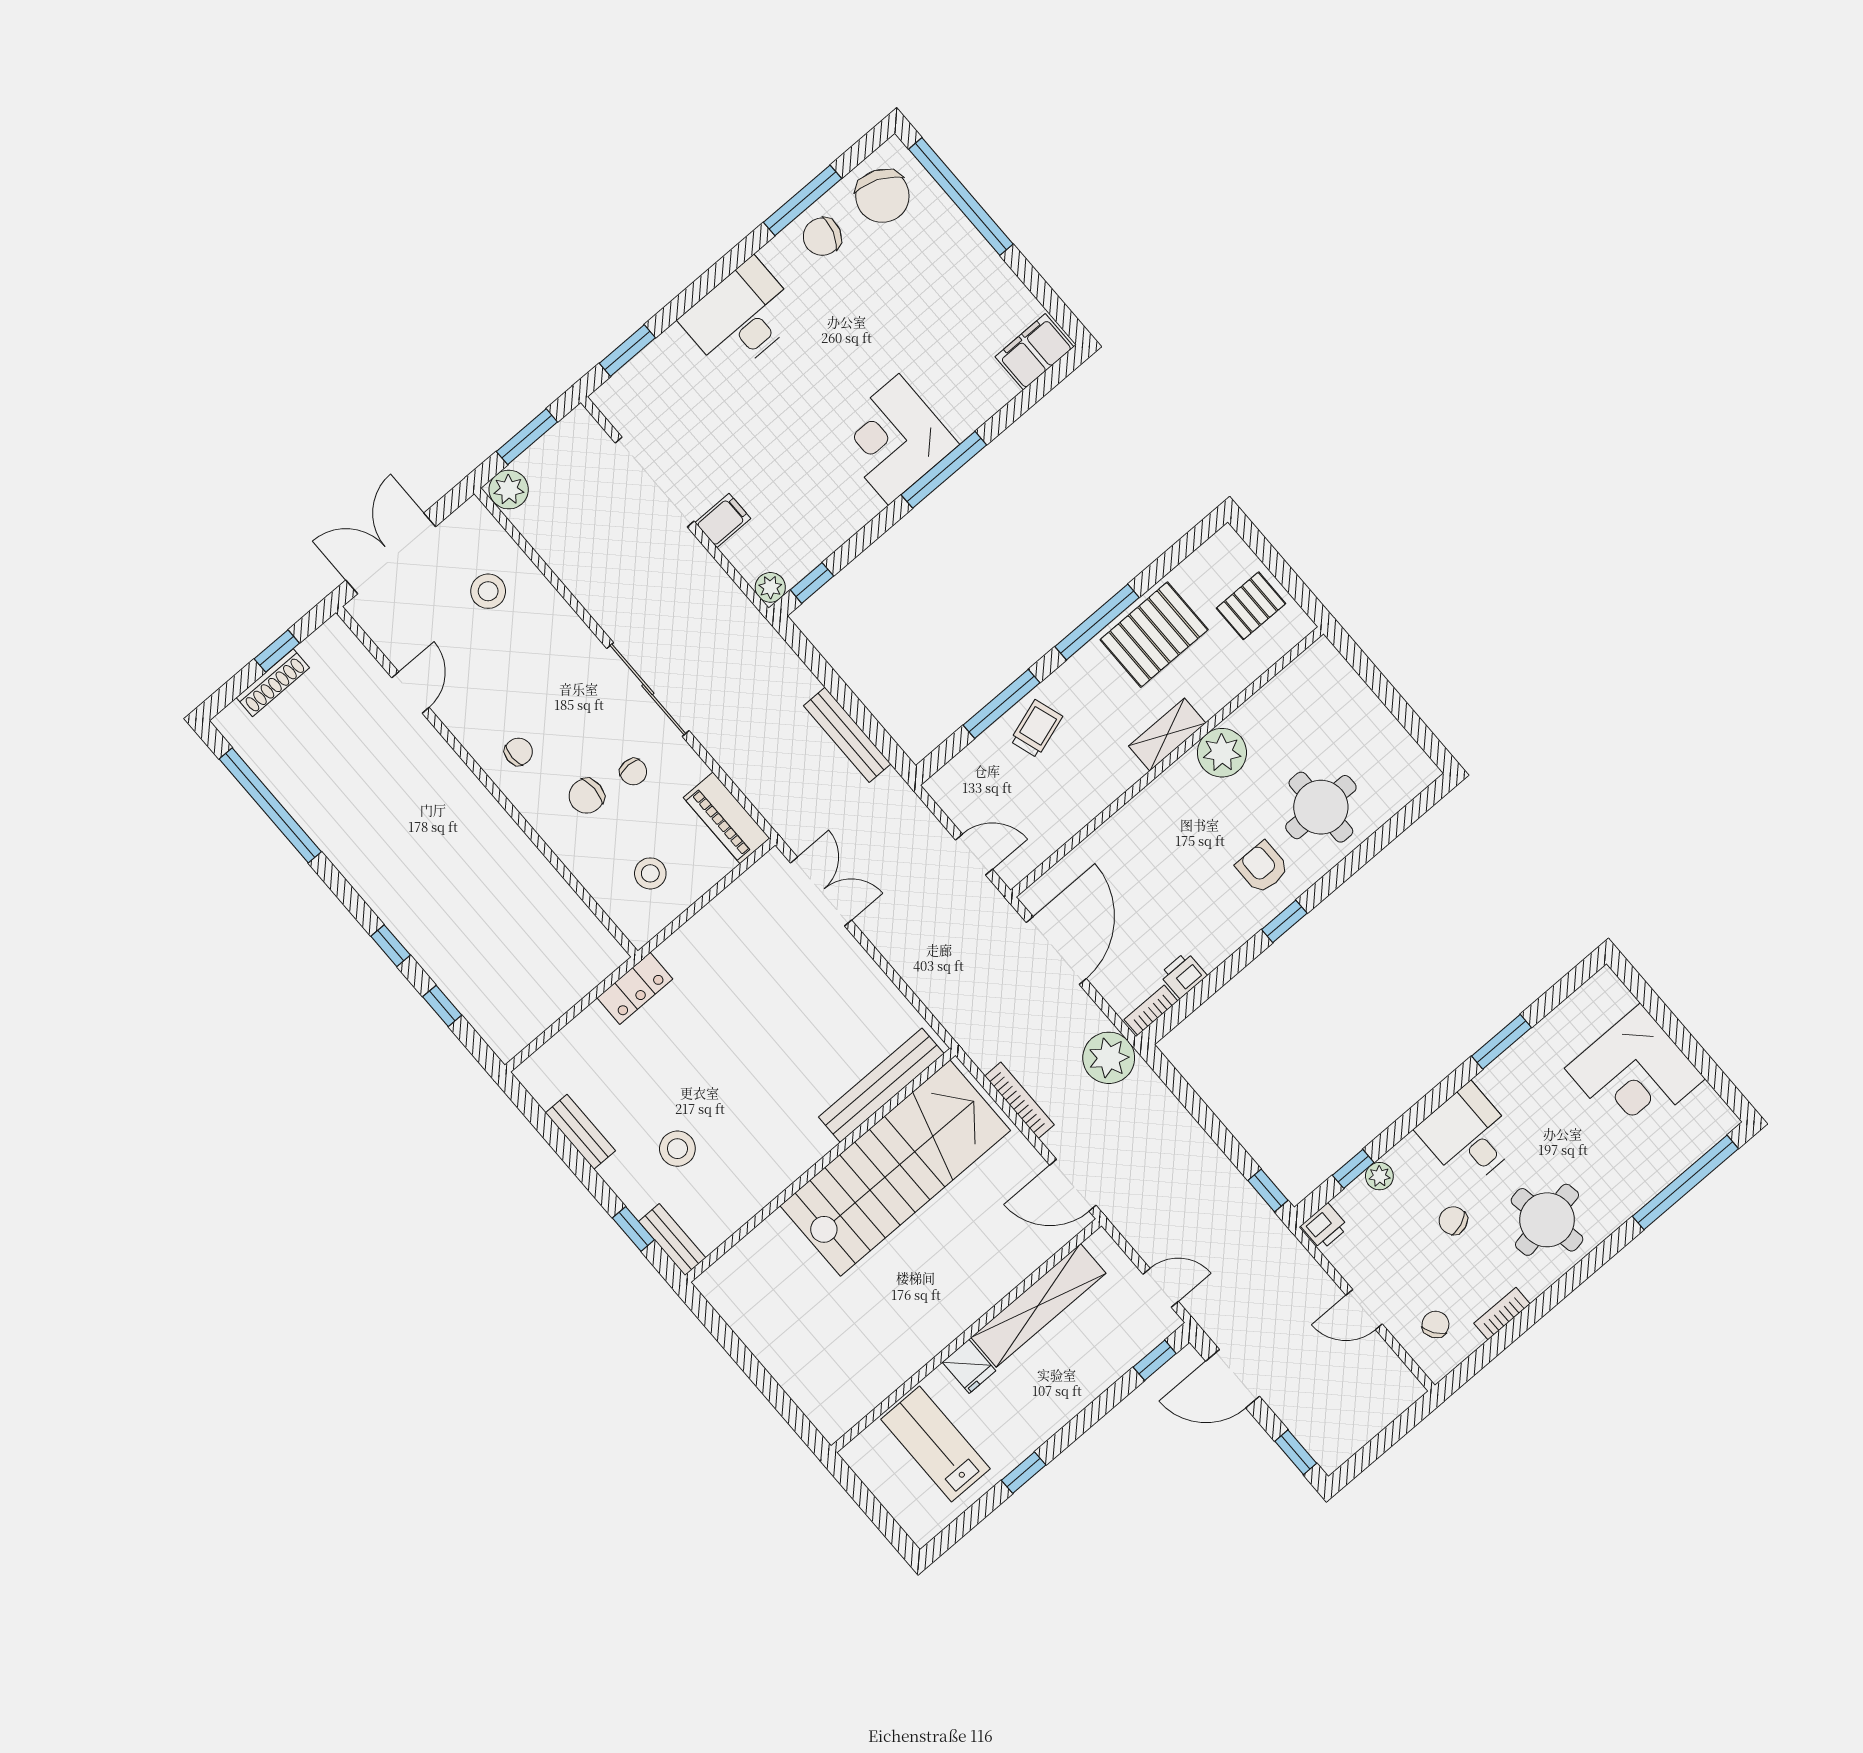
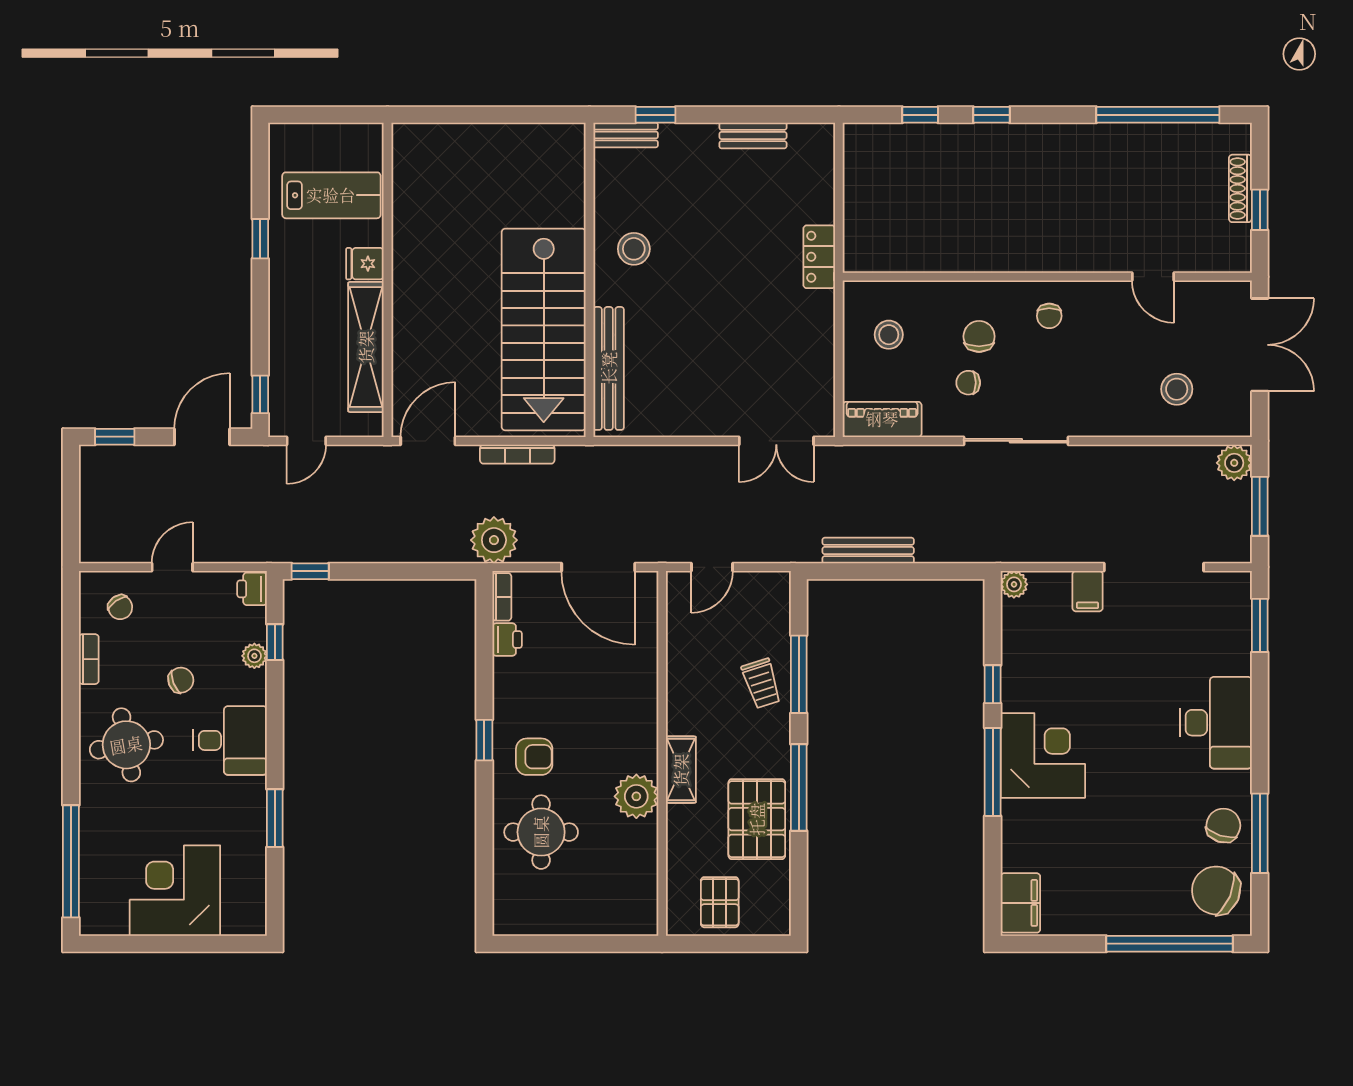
window: (812, 583) -> (993, 684), moved
stool: (677, 1149) -> (634, 249), moved

